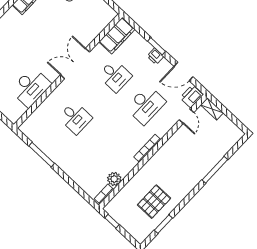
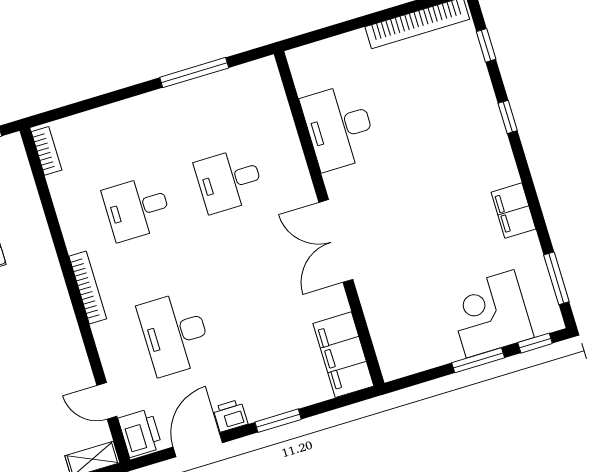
printer: (155, 56) -> (230, 416), moved
double door: (75, 63) -> (336, 241), swing flipped
desk: (115, 76) -> (137, 208), moved
plant: (114, 179) -> (65, 188), removed

